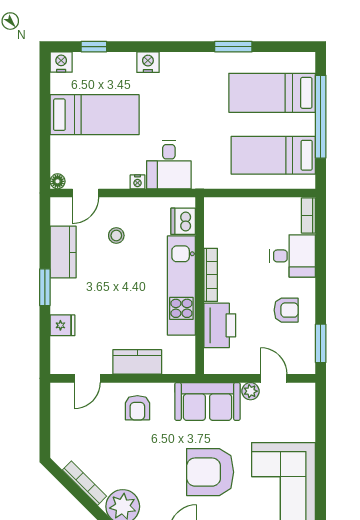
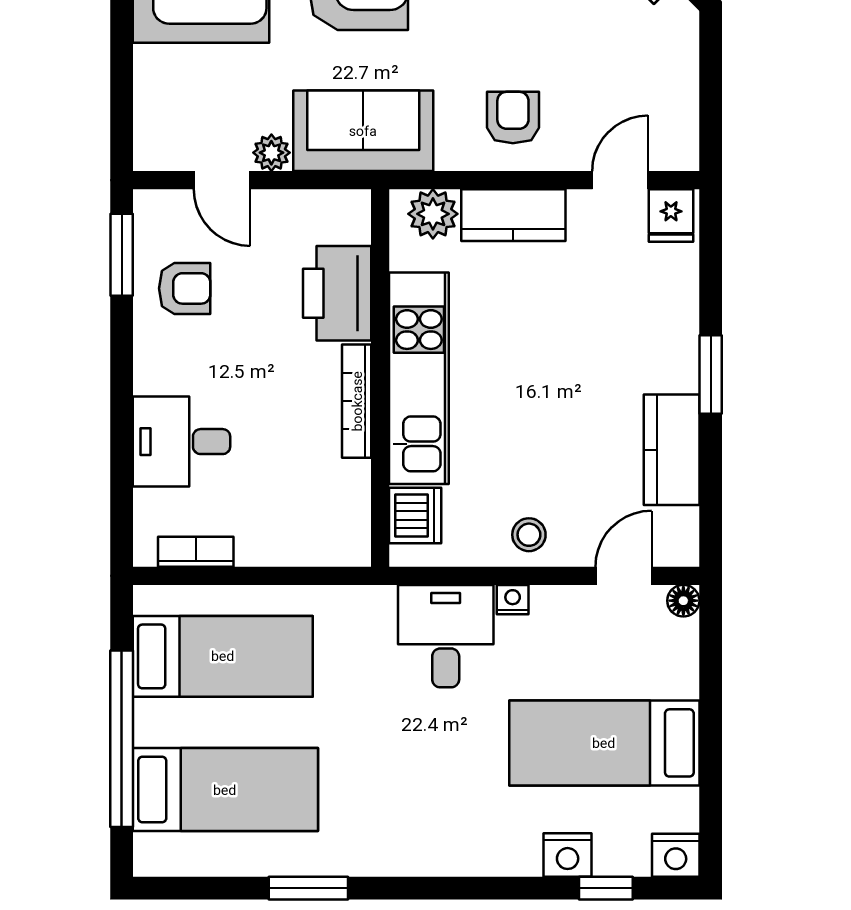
nightstand: (148, 62) -> (568, 855), moved
bookcase: (308, 215) -> (196, 552), moved, turned -90
stool: (116, 236) -> (529, 535), moved
armchair: (286, 310) -> (185, 288), moved, turned 180
fridge: (62, 325) -> (671, 215), moved, turned -90
plant: (175, 363) -> (433, 214), added

